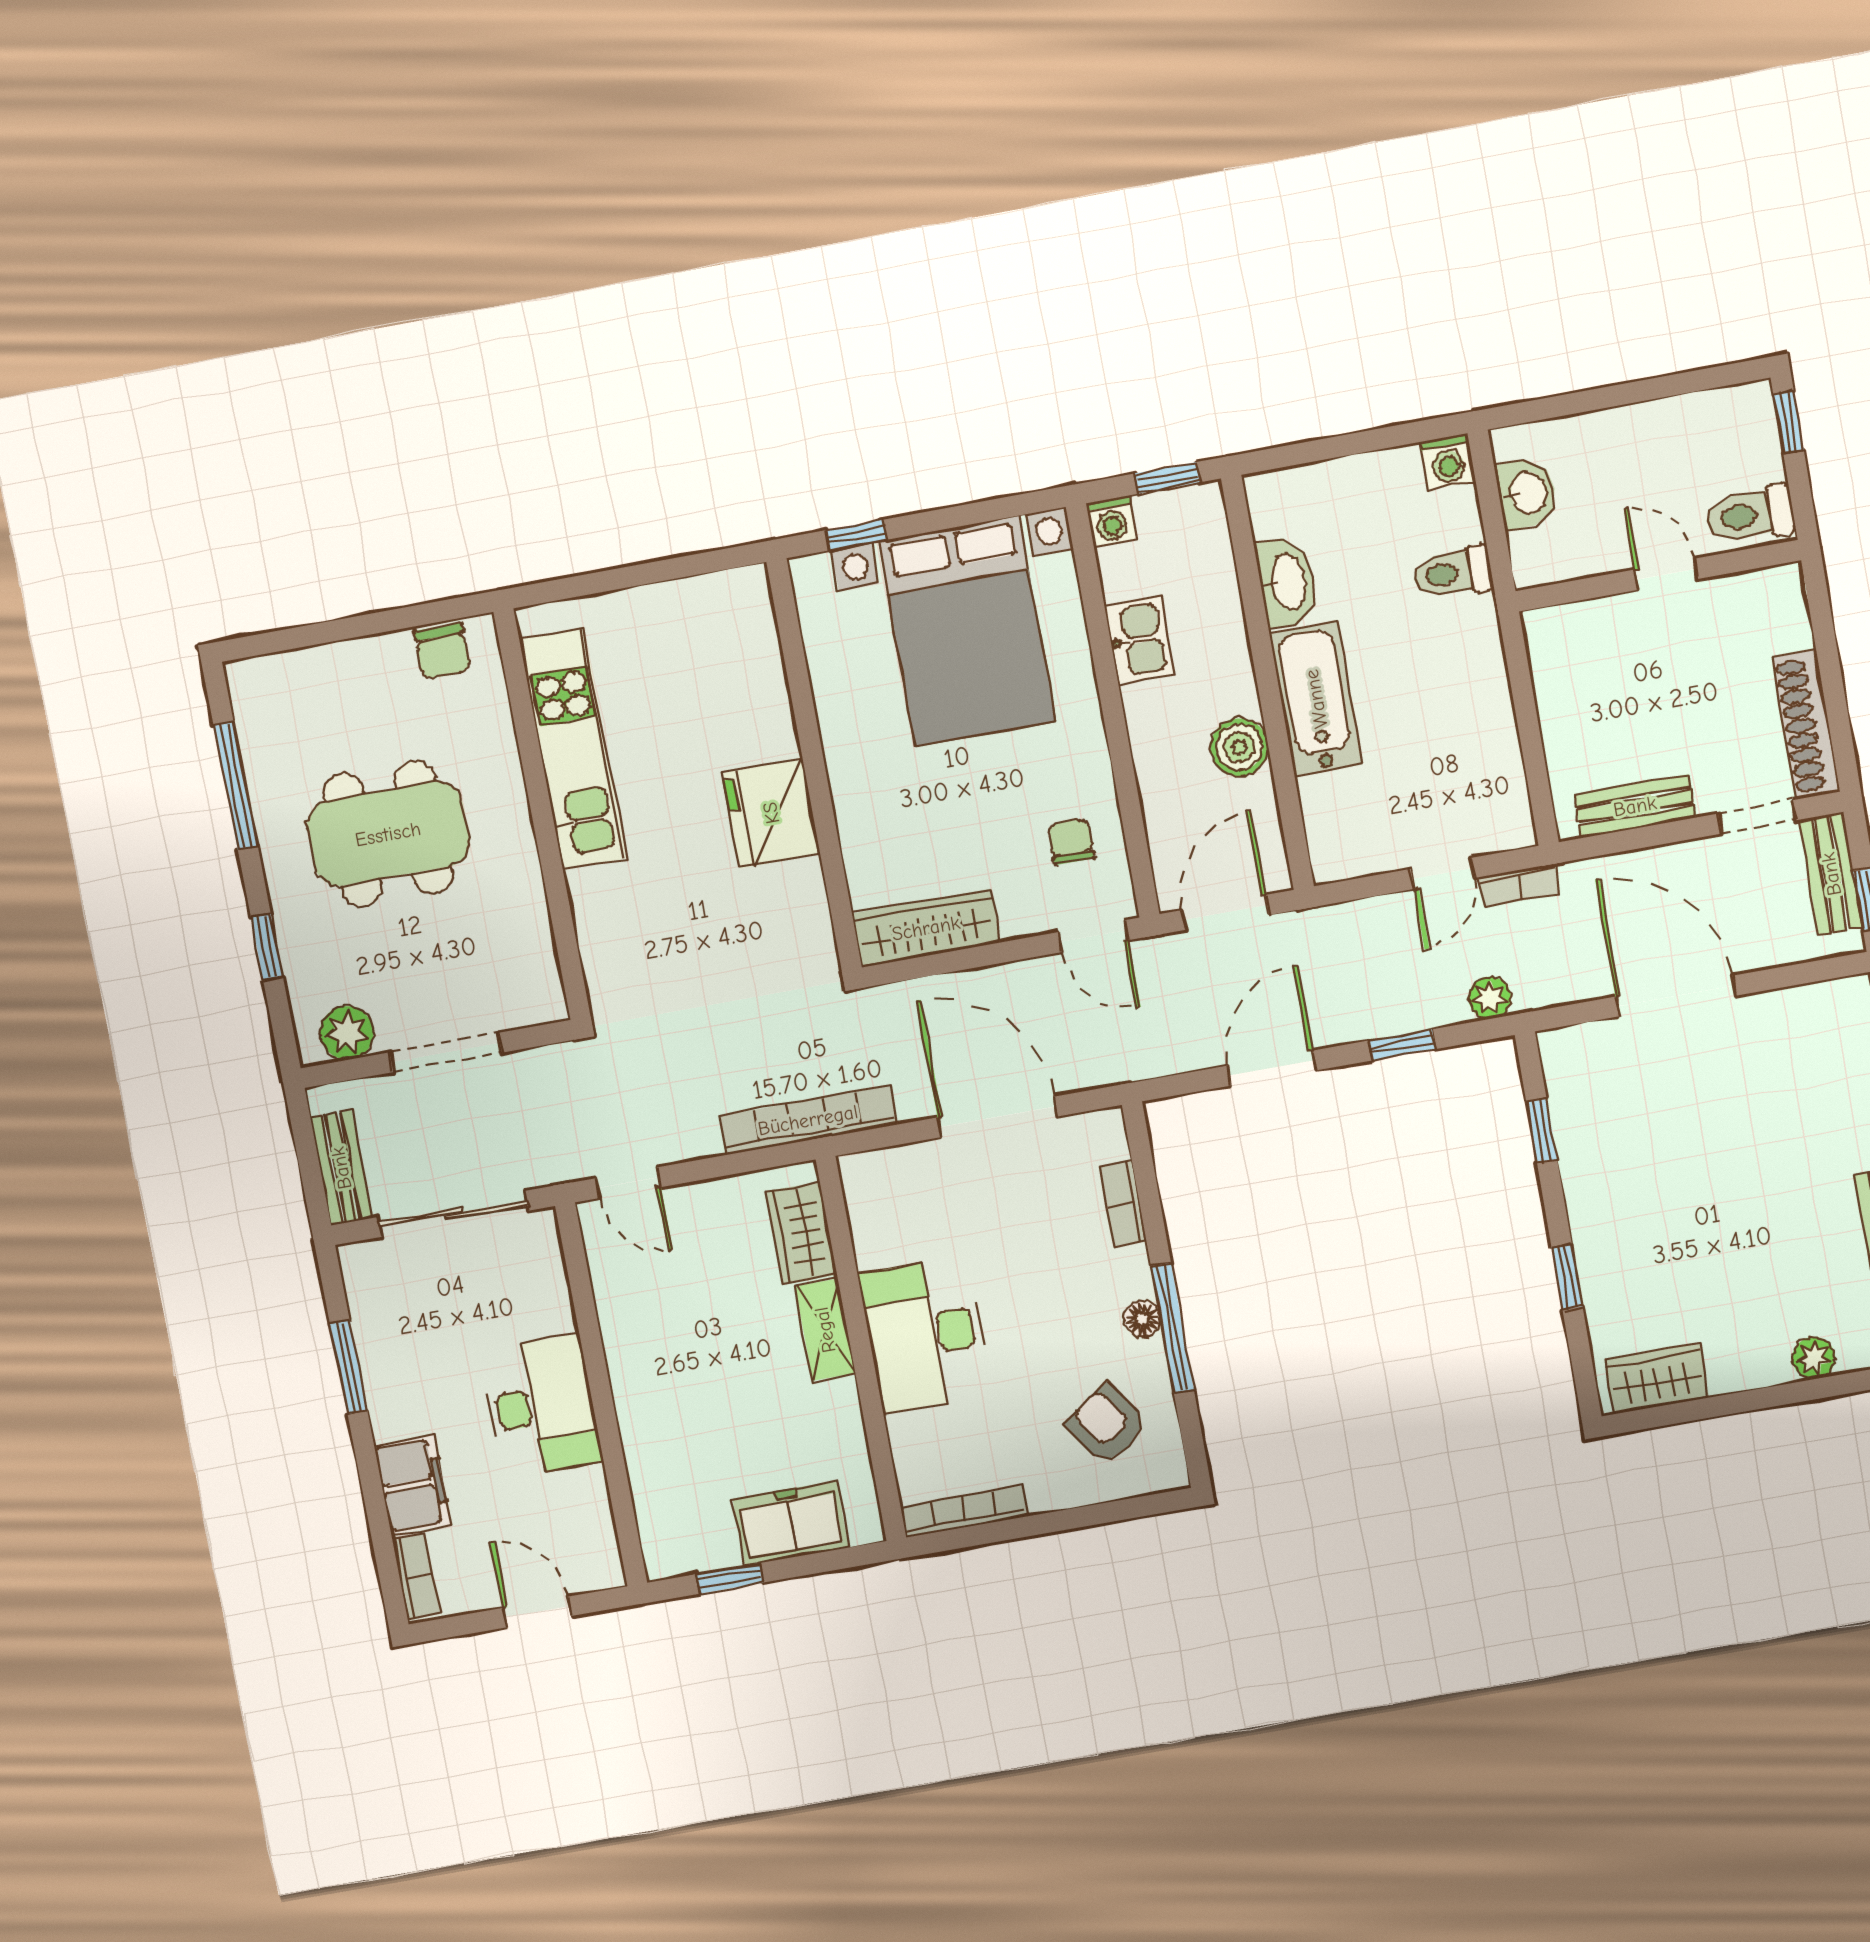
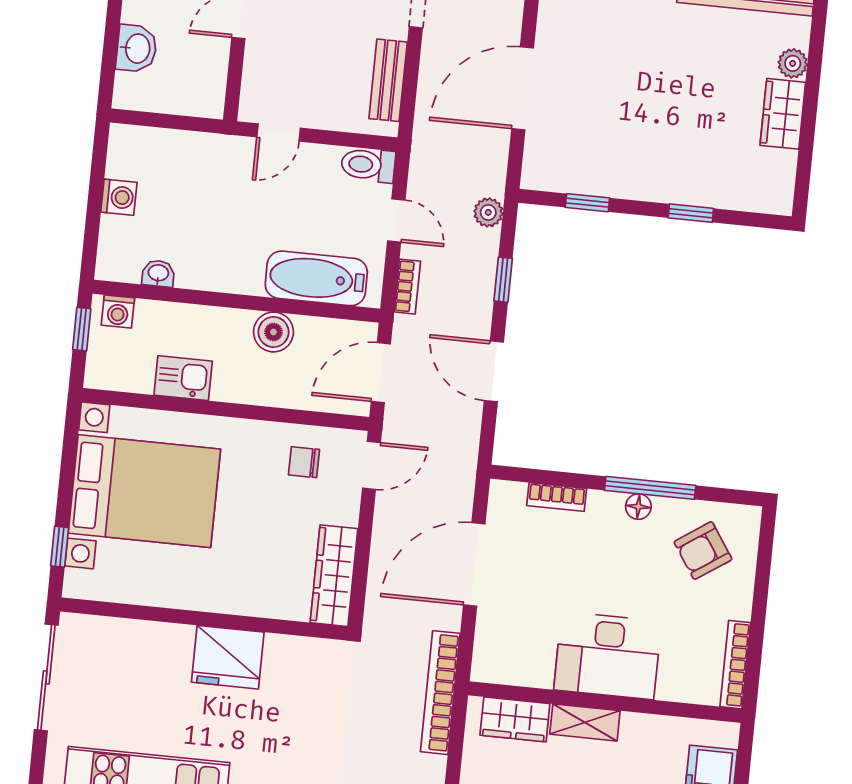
washing machine: (1448, 462) -> (119, 197), moved
washbasin: (1527, 493) -> (137, 48), moved, turned 90
washing machine: (1111, 521) -> (118, 311), moved, turned 90
sliding door: (670, 569) -> (46, 677), added
toilet: (1452, 573) -> (368, 165), moved, turned 90
washbasin: (1287, 582) -> (158, 273), width x0.52, depth x0.69
door: (1519, 674) -> (279, 133), added
bathtub: (1316, 699) -> (316, 278), moved
bookcase: (1519, 886) -> (407, 287), moved
door: (1225, 912) -> (381, 373), hinge flipped
wardrobe: (1657, 1379) -> (783, 114), moved

